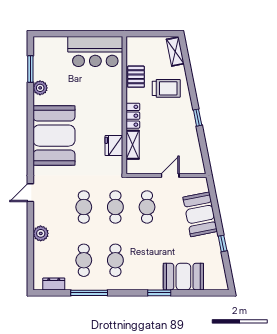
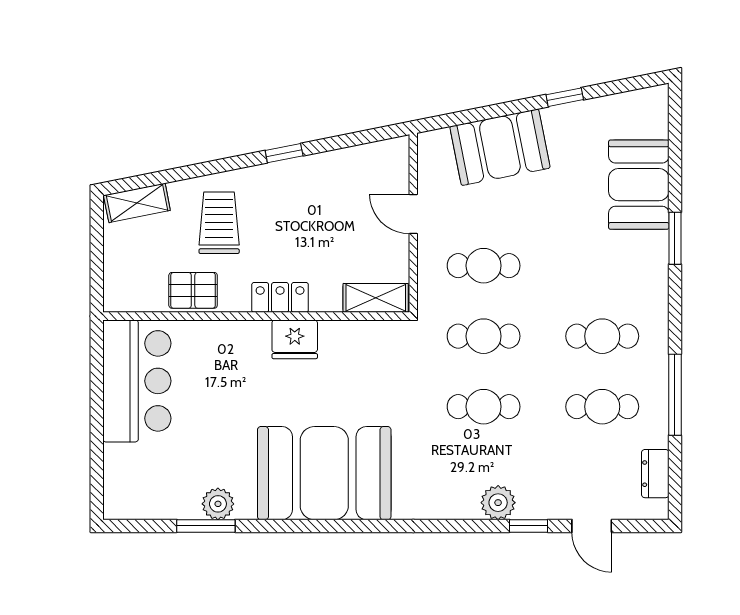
window: (30, 69) -> (206, 526), moved
shelving: (133, 145) -> (376, 298), moved
fridge: (114, 146) -> (295, 339), moved
door: (30, 193) -> (592, 526), moved
window: (30, 227) -> (529, 526), added
plant: (41, 233) -> (498, 503), moved

